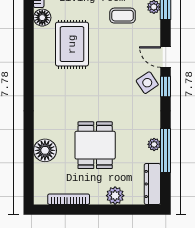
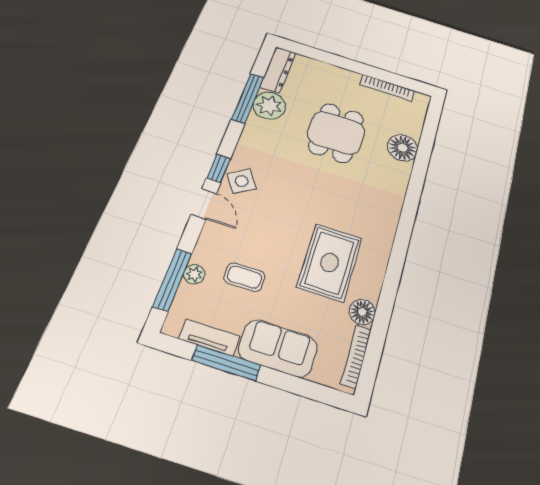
plant: (154, 144) -> (269, 106), width x1.88, depth x1.88
plant: (115, 196) -> (328, 73), removed

